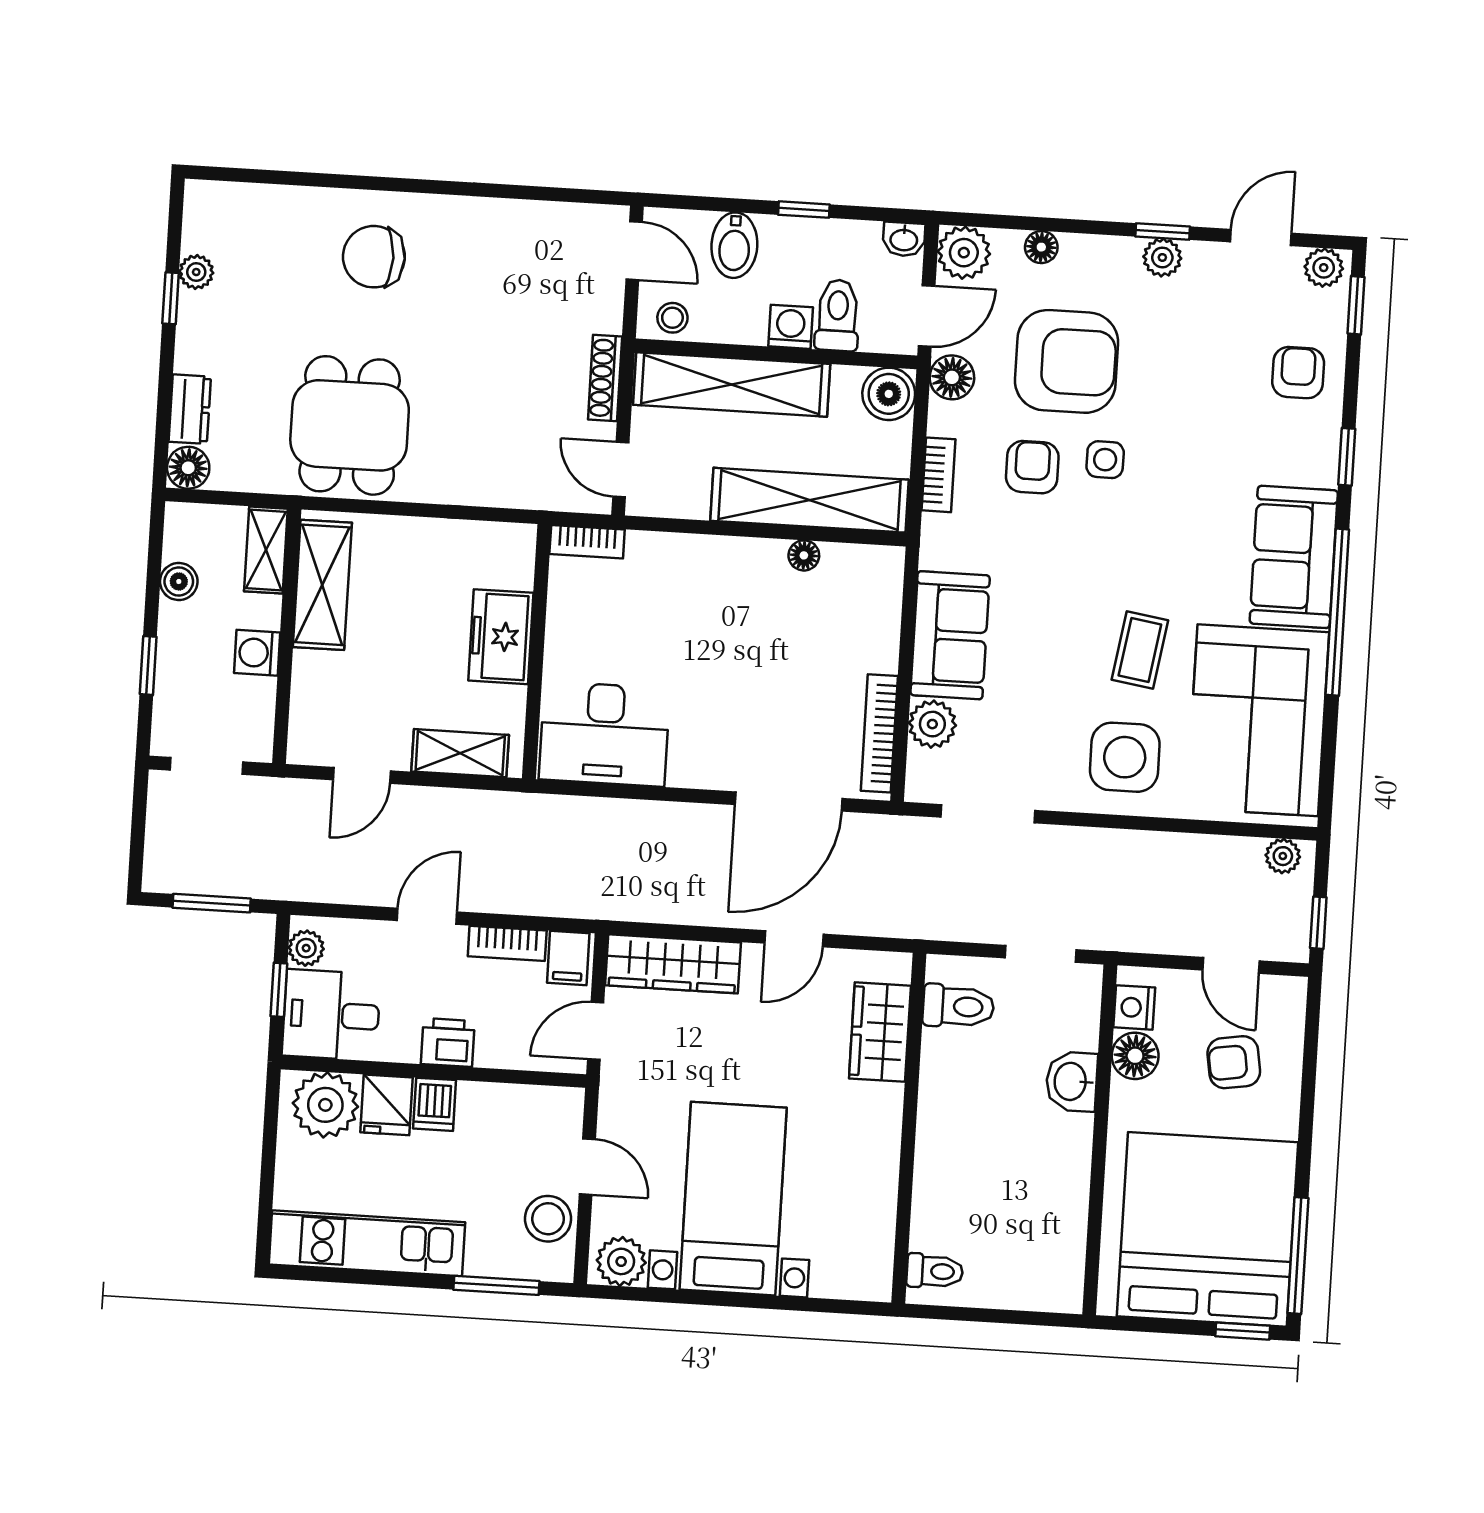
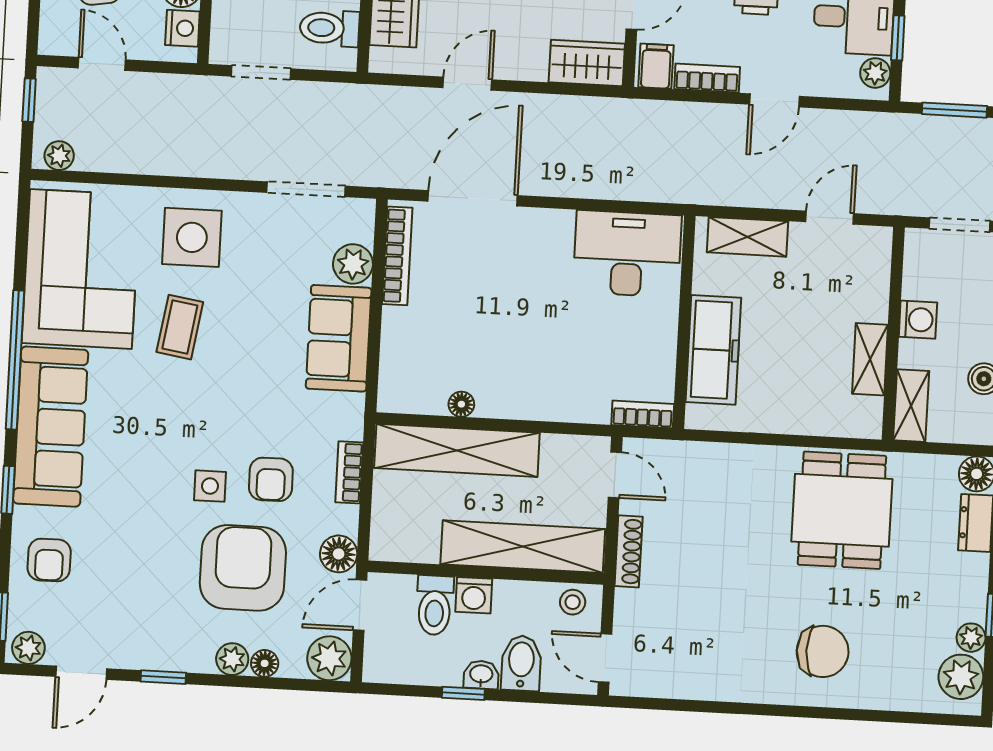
plant: (209, 225) -> (961, 677), added
washbasin: (904, 239) -> (481, 675), moved
plant: (1162, 257) -> (232, 659), moved
armchair: (1067, 361) -> (243, 568), turned 90
boiler: (889, 394) -> (391, 540), removed
sofa: (1294, 557) -> (51, 427), width x1.36
shelving: (322, 585) -> (870, 359), width x0.67, depth x0.75
freezer: (501, 637) -> (713, 350), width x1.40
wardrobe: (673, 964) -> (587, 63), width x0.67

